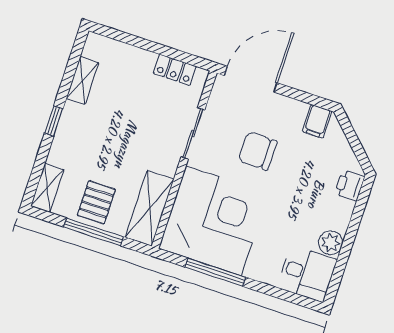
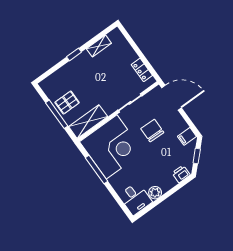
window: (354, 141) -> (197, 156), added
shelving: (47, 188) -> (50, 81), removed

